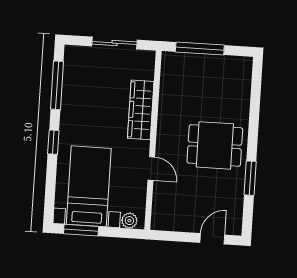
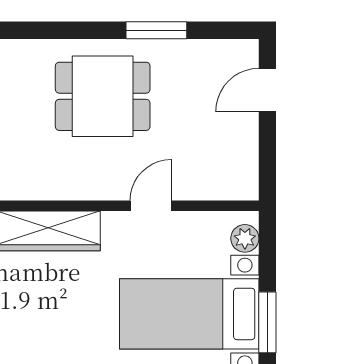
dining table: (215, 145) -> (103, 96), turned 90
door: (212, 239) -> (267, 90), hinge flipped

